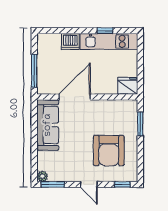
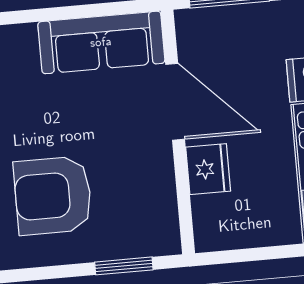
fridge: (128, 86) -> (208, 169), moved

